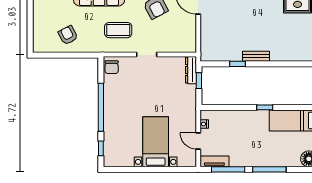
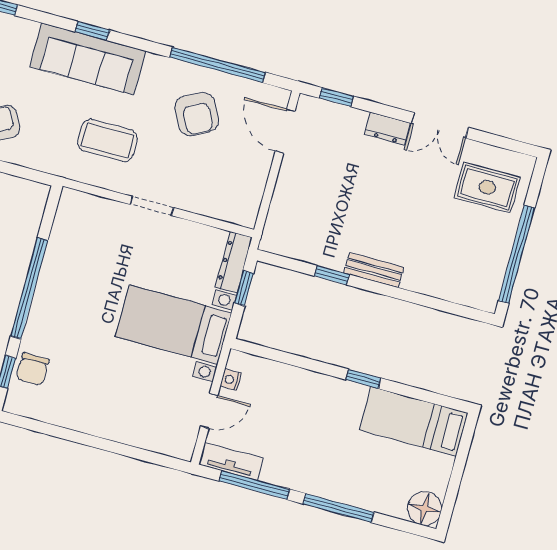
chair: (112, 67) -> (33, 369), moved
door: (198, 141) -> (209, 411), swing flipped
bed with nightstands: (156, 142) -> (174, 325), moved, turned -90

